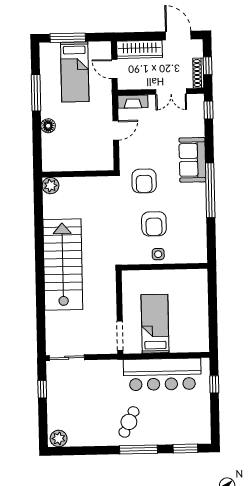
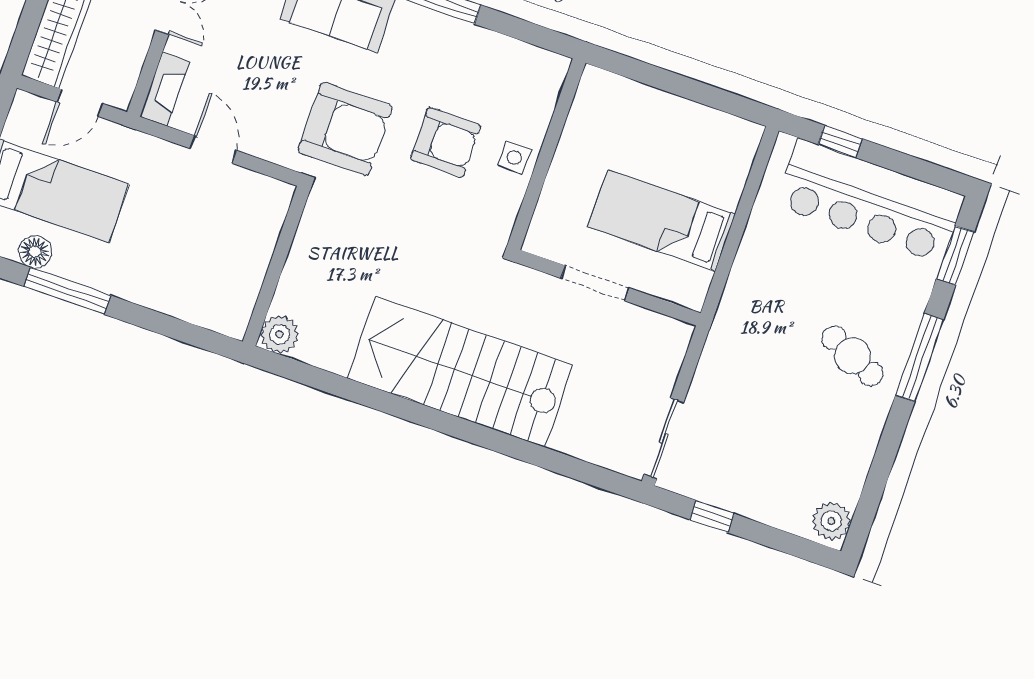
floor lamp: (48, 126) -> (35, 252), moved
armchair: (144, 181) -> (345, 129), width x1.36, depth x1.36
doorway: (120, 336) -> (595, 283), moved
bar counter: (162, 374) -> (870, 201), moved, turned 90

